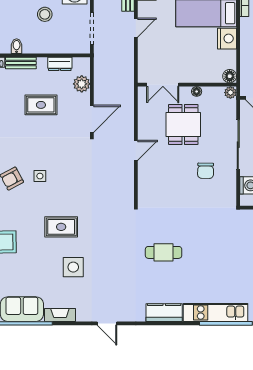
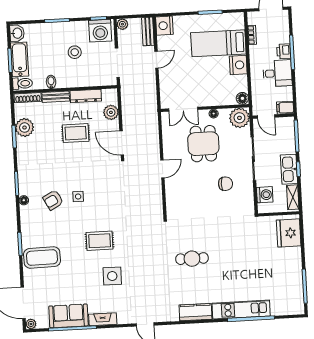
dresser: (60, 64) -> (86, 96), width x1.44
plant: (230, 93) -> (239, 118), width x1.88, depth x1.88
door: (92, 119) -> (122, 143), swing flipped
chair: (206, 171) -> (225, 184), turned -91

